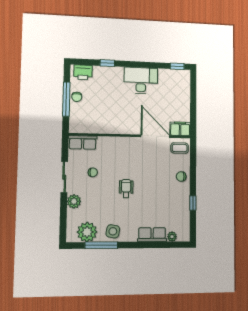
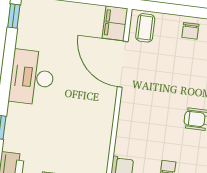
door: (155, 136) -> (123, 64), hinge flipped

